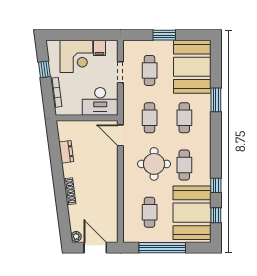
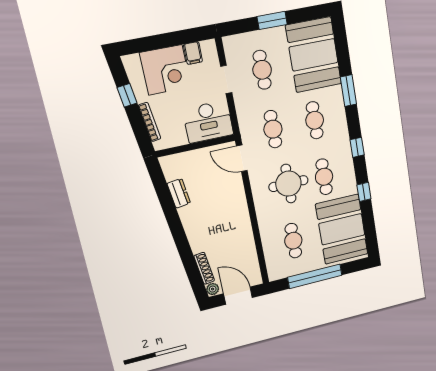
shoe rack: (70, 191) -> (204, 268), moved
window: (216, 215) -> (357, 147), moved

